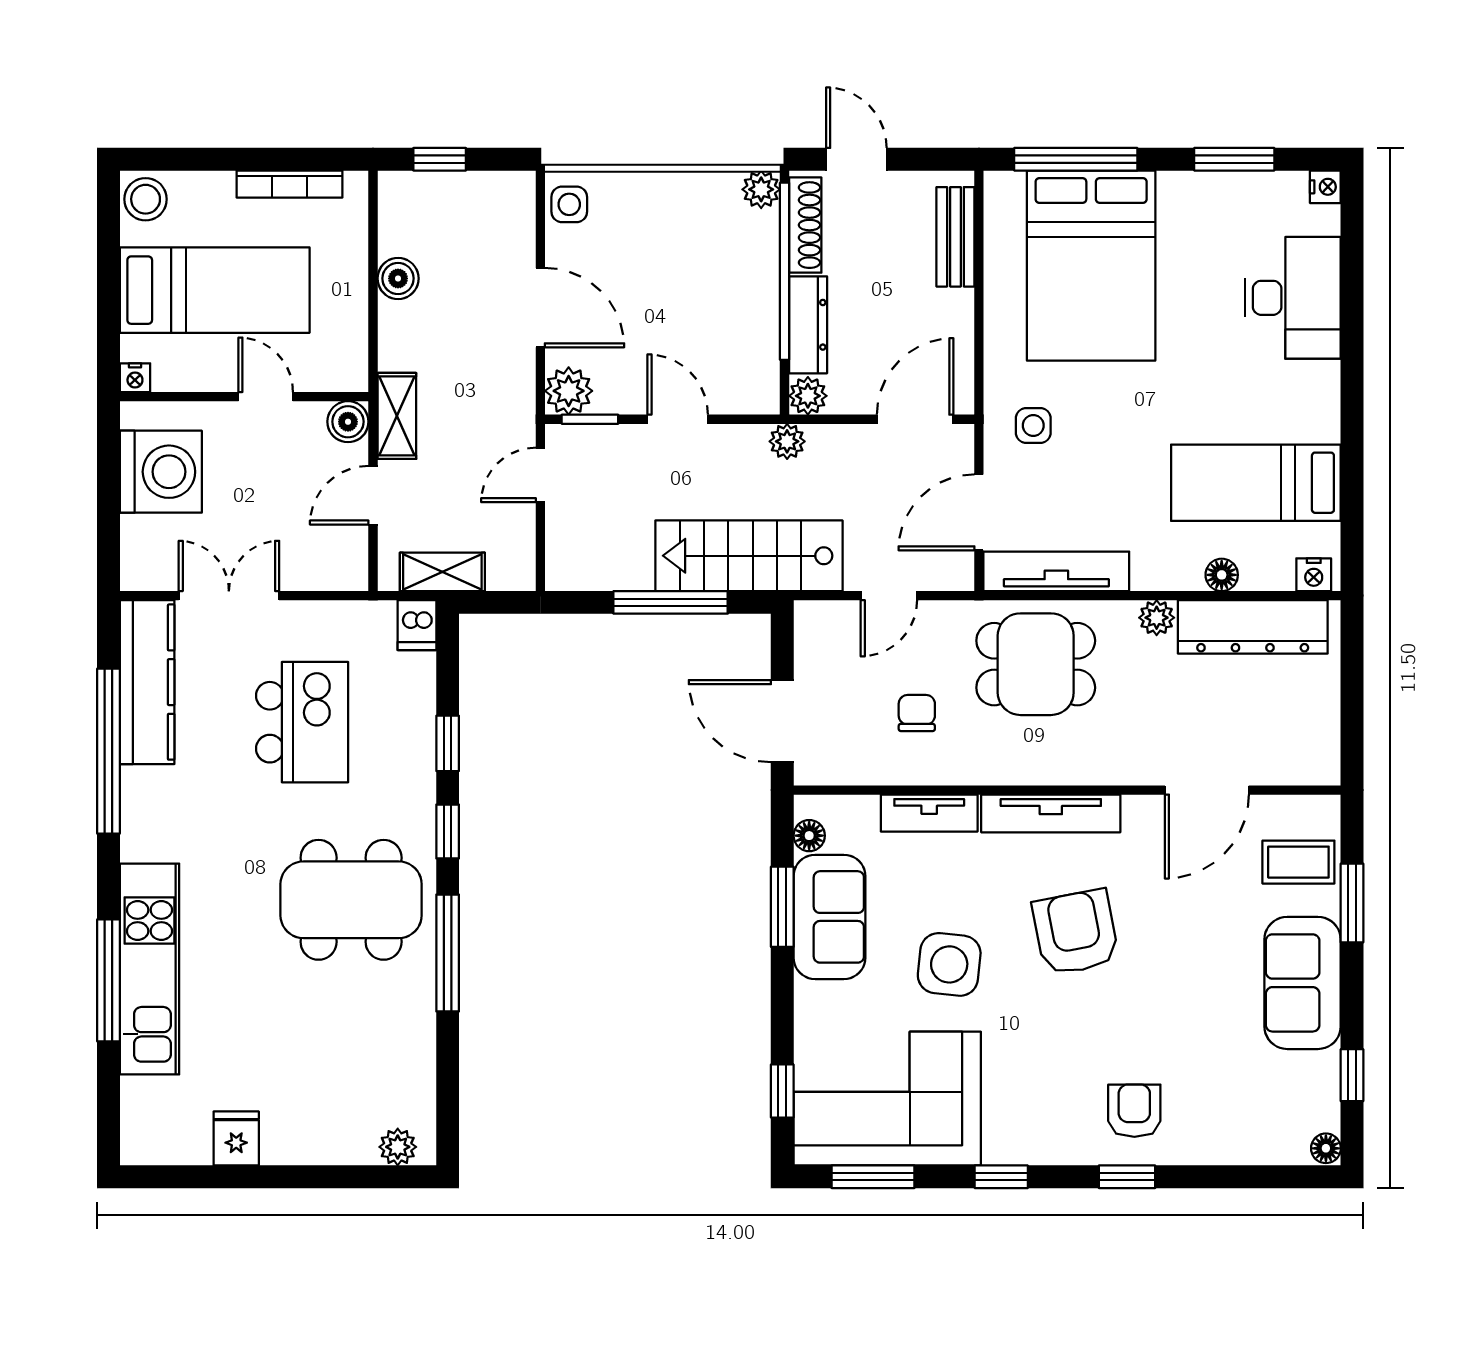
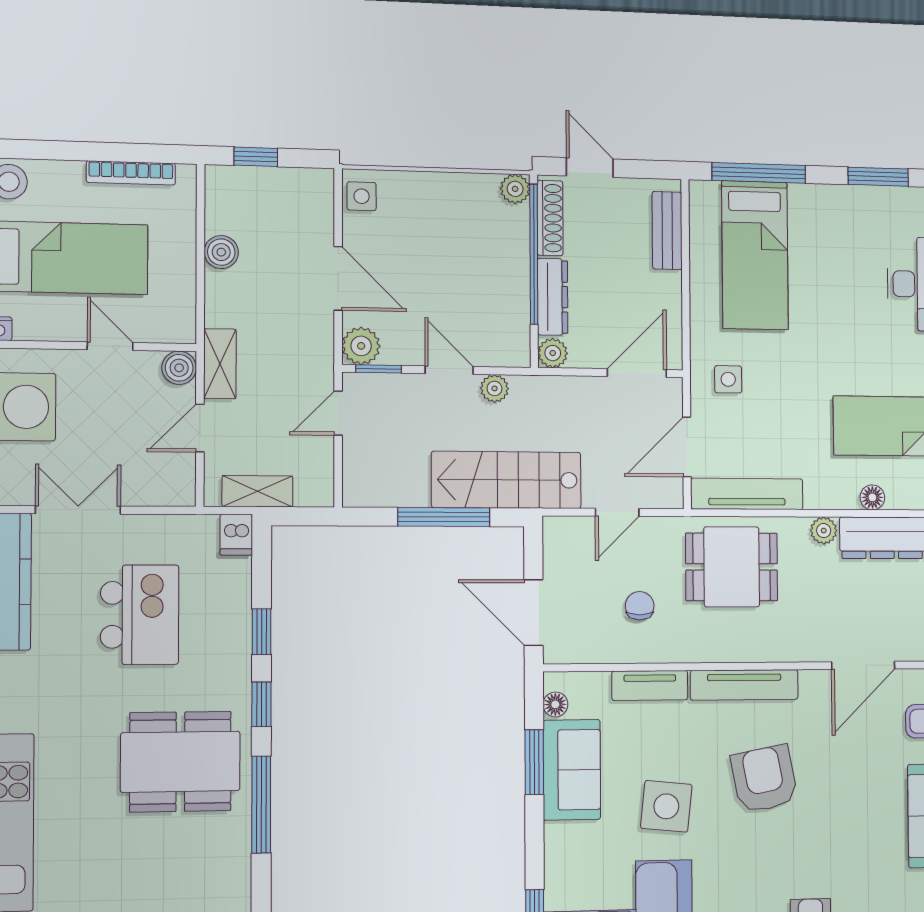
bed: (1091, 266) -> (755, 255), width x0.67
plant: (787, 441) -> (494, 388), moved

